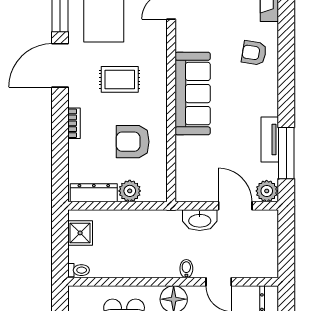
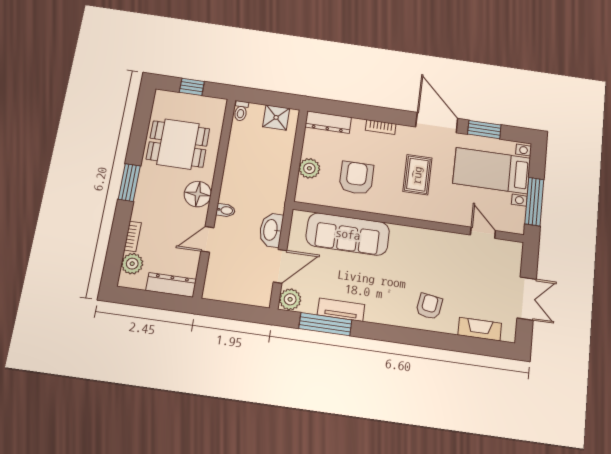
sofa: (193, 94) -> (348, 234), moved
dresser: (94, 193) -> (328, 122), moved, turned 90

